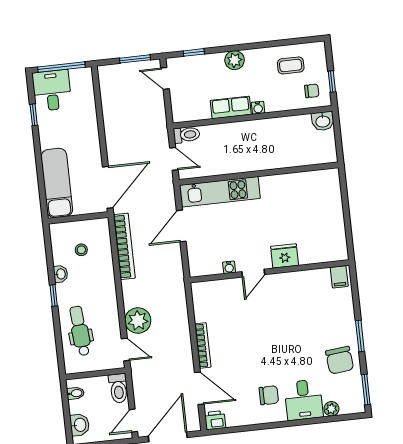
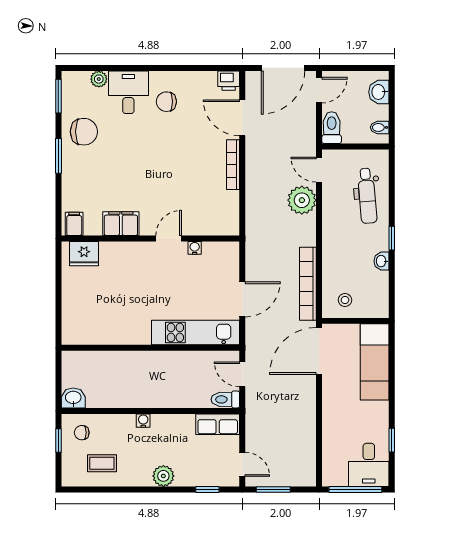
row of seats: (231, 107) -> (218, 424), moved
stool: (81, 250) -> (345, 300), moved
fridge: (285, 256) -> (84, 254), moved
filing cabinet: (297, 282) -> (121, 224), added
chair: (340, 360) -> (84, 132), turned 96

